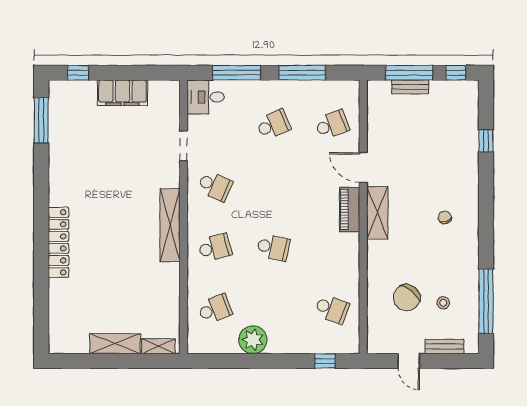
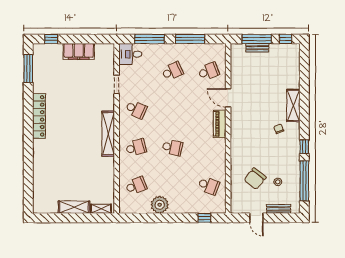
window: (486, 141) -> (304, 147), moved
shelving: (377, 213) -> (293, 106), moved
locker: (59, 242) -> (39, 116), moved

